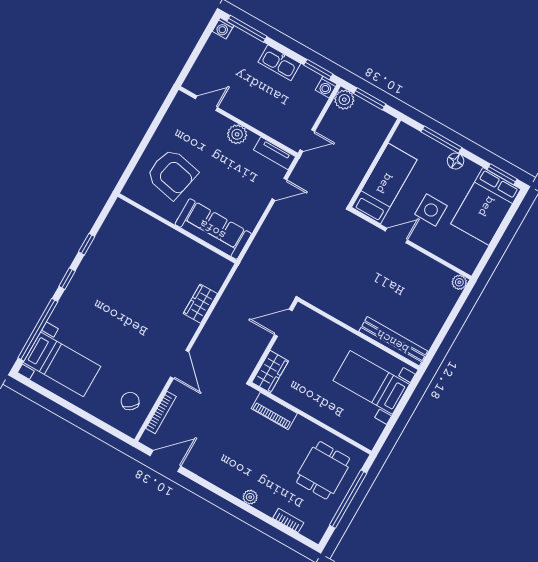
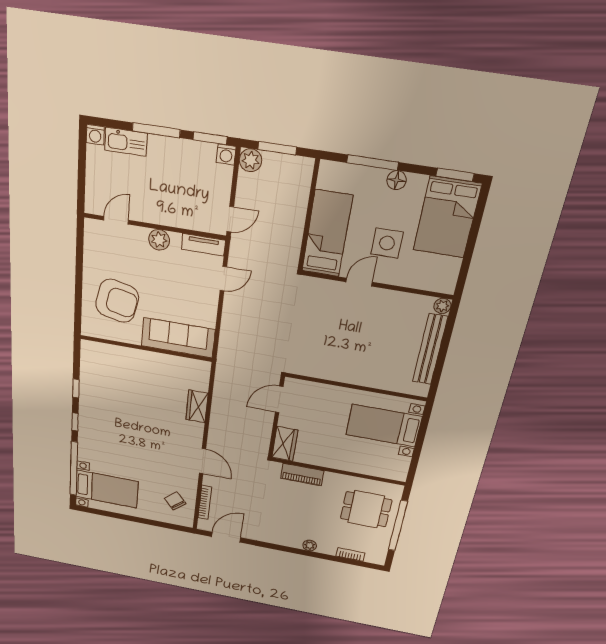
window: (247, 29) -> (156, 130), moved
kitchen sink: (279, 63) -> (126, 142), moved
bench: (393, 341) -> (430, 349), moved, turned 90
dining table: (323, 470) -> (366, 509), turned 90

